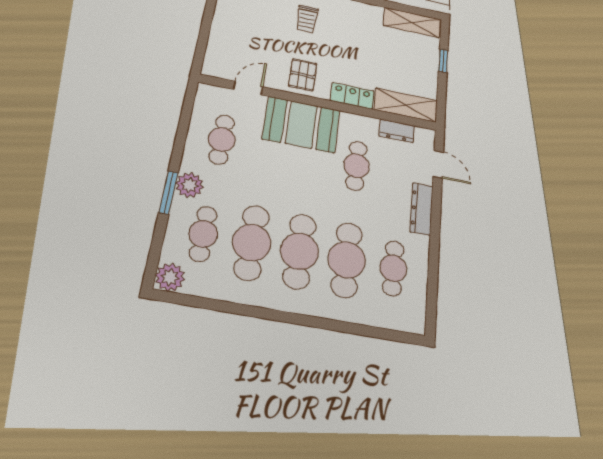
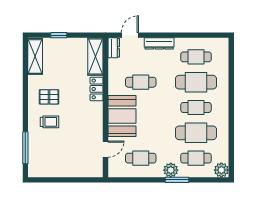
pallet: (303, 75) -> (49, 97), moved
door: (248, 88) -> (105, 149), swing flipped
dresser: (397, 131) -> (114, 48), moved
cafe table: (300, 251) -> (196, 108), width x0.73, depth x0.74

